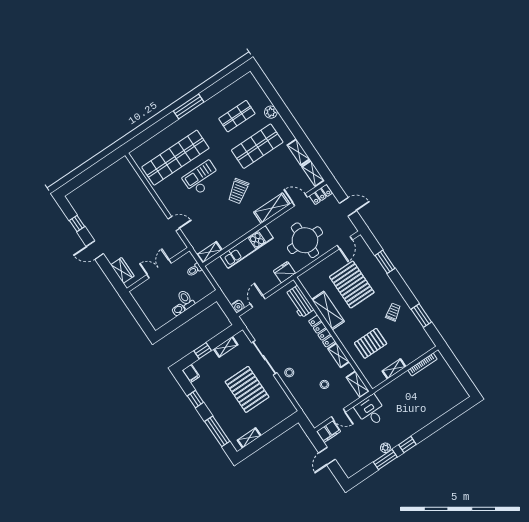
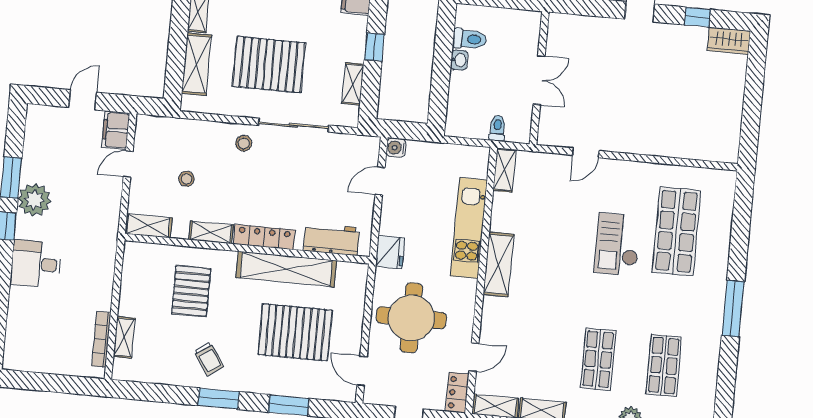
shop shelf: (257, 146) -> (598, 359), width x0.70, depth x0.74
shop shelf: (175, 158) -> (676, 231), width x0.71
checkout: (202, 178) -> (617, 244), turned 180
trolley: (238, 191) -> (557, 281), removed
shelving: (272, 208) -> (499, 264), moved
wardrobe: (122, 270) -> (729, 41), moved
toilet: (186, 299) -> (470, 39), moved
door: (258, 301) -> (380, 181), swing flipped
shelving: (328, 310) -> (286, 269), width x1.47
window: (421, 316) -> (218, 399), moved
shelving: (394, 369) -> (124, 337), moved
desk: (371, 411) -> (36, 264), moved, turned 180
shelving: (272, 420) -> (196, 64), added
plant: (385, 448) -> (34, 200), width x1.88, depth x1.88
door: (327, 456) -> (83, 100), hinge flipped

